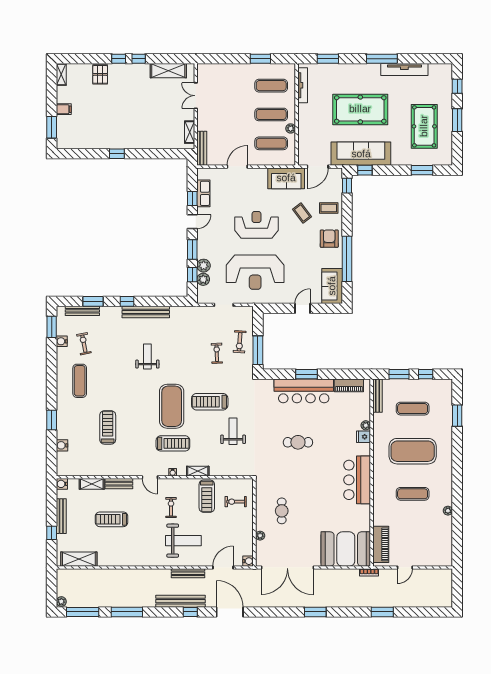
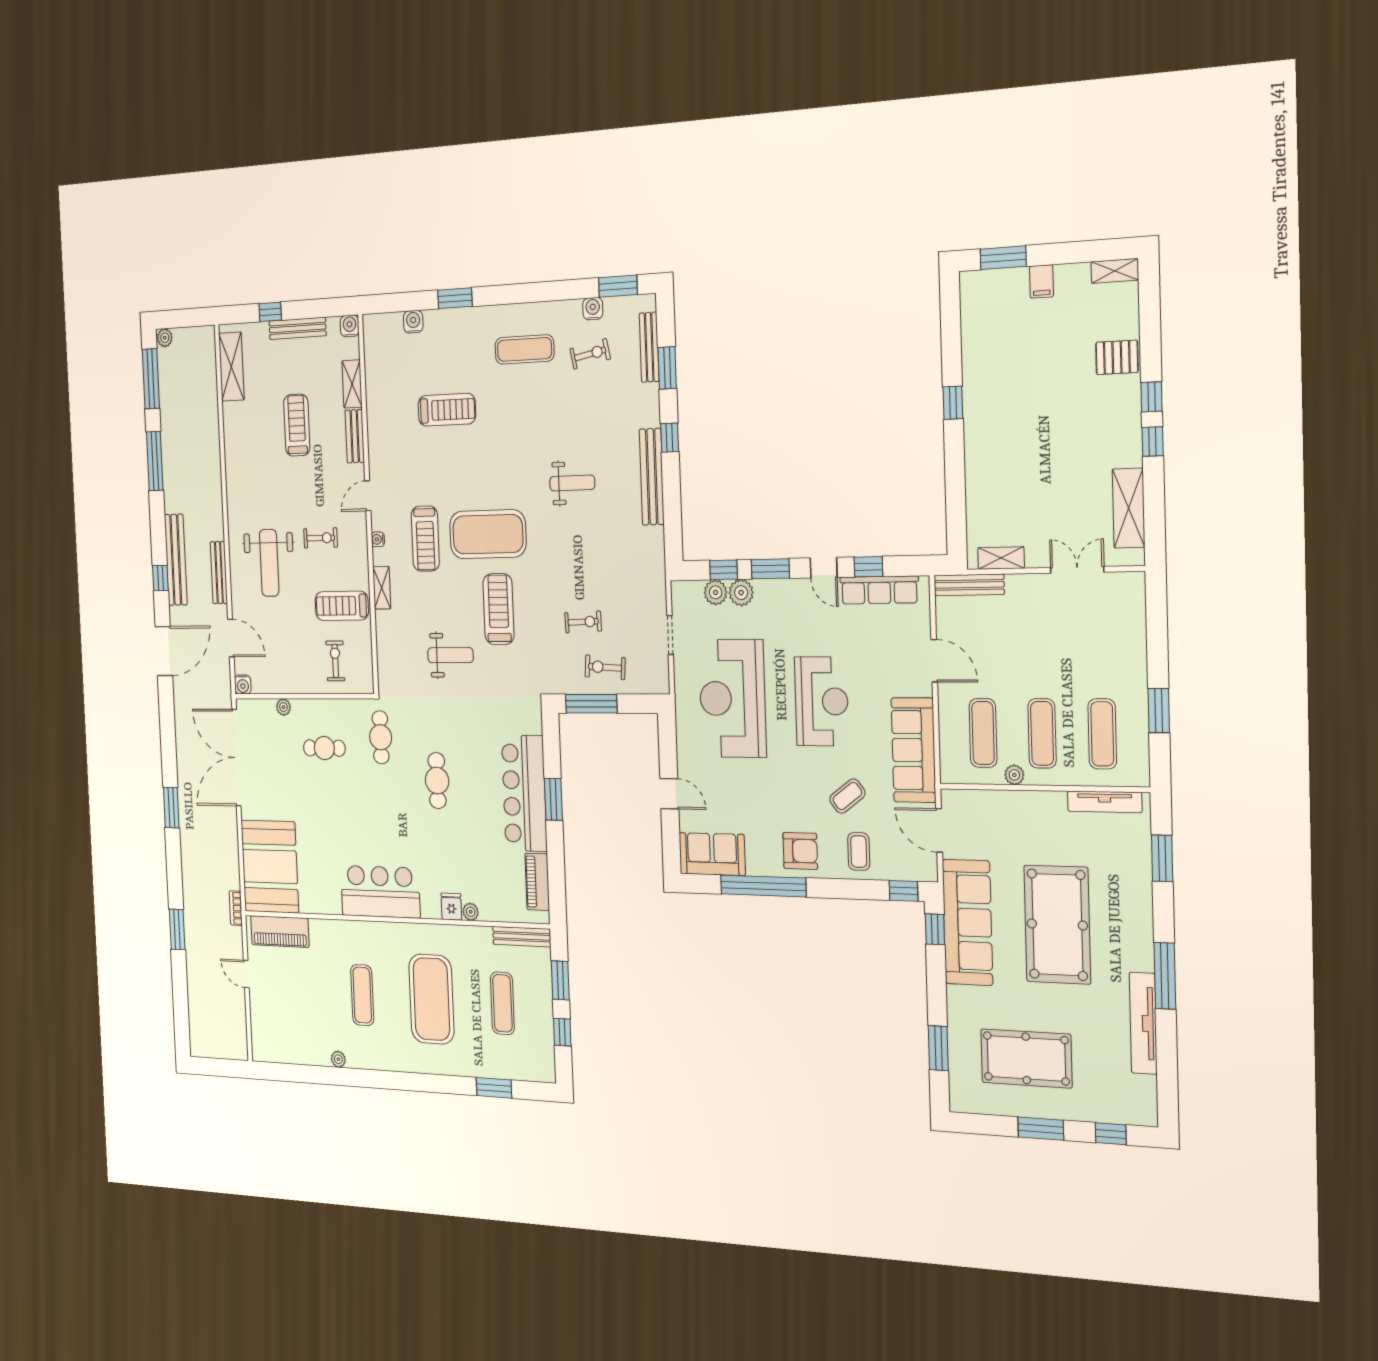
sofa: (286, 178) -> (913, 750), width x1.36
row of seats: (203, 193) -> (879, 590), width x1.48
cafe table: (276, 476) -> (381, 737), added

